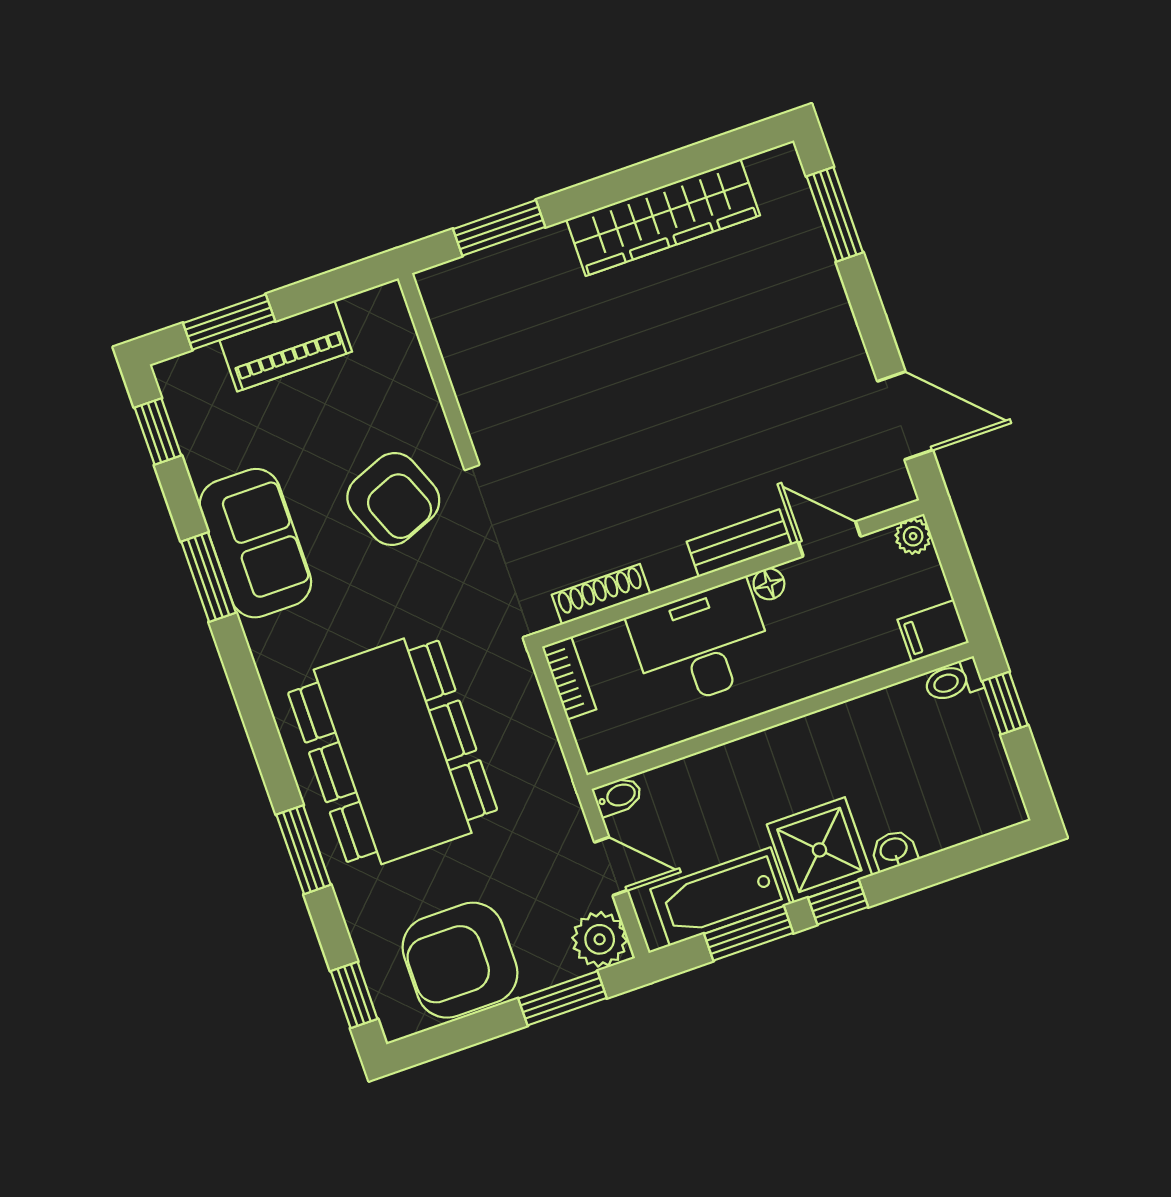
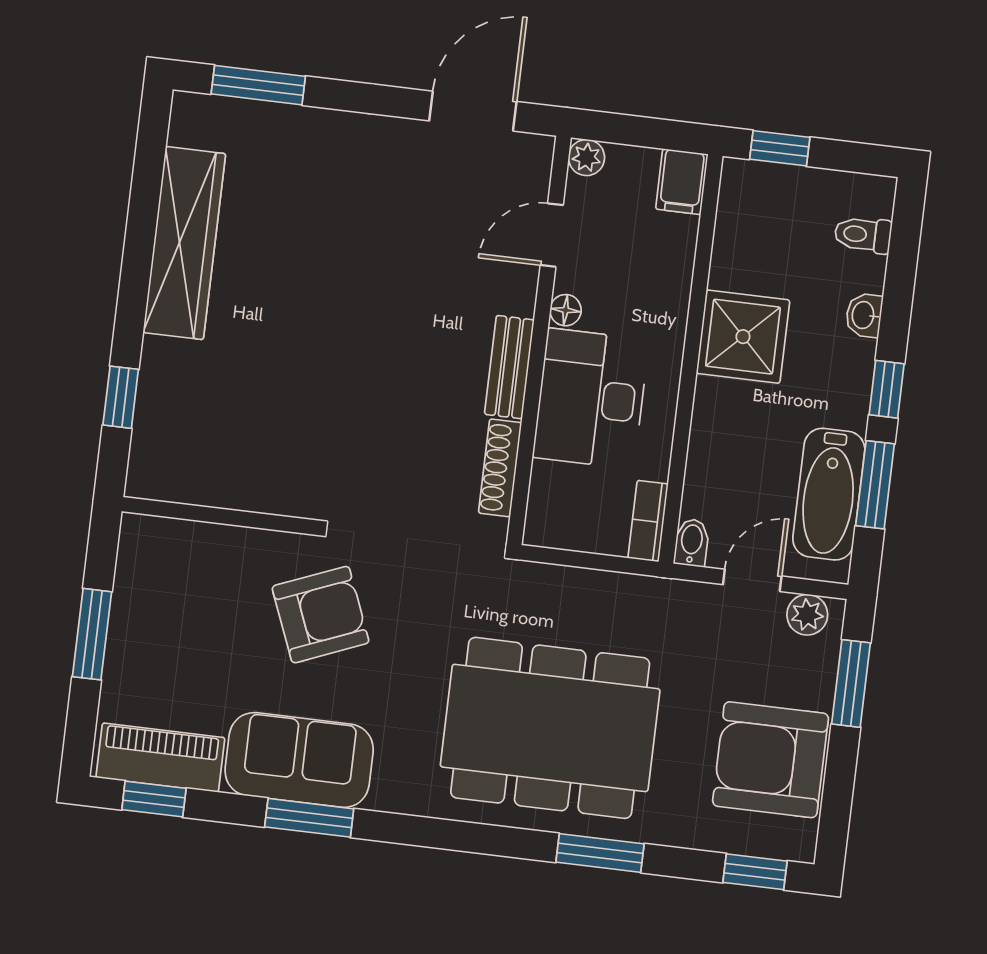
window: (499, 228) -> (121, 397), width x0.67
window: (229, 322) -> (92, 634), moved
piano: (286, 346) -> (160, 758), moved, turned -90
bench: (739, 543) -> (509, 367), moved
bookcase: (569, 678) -> (648, 521), moved, turned -90
toilet: (953, 681) -> (863, 235), moved, turned 90
shower: (819, 850) -> (743, 337), moved
plant: (600, 939) -> (807, 615), width x0.73, depth x0.73
armchair: (460, 960) -> (771, 760), turned 90

